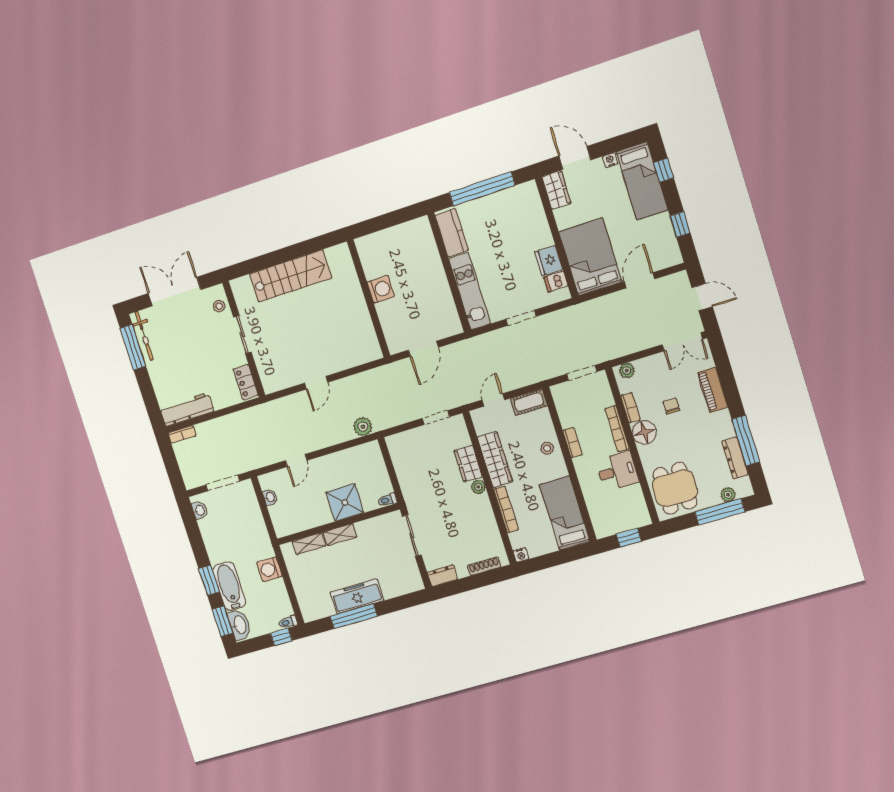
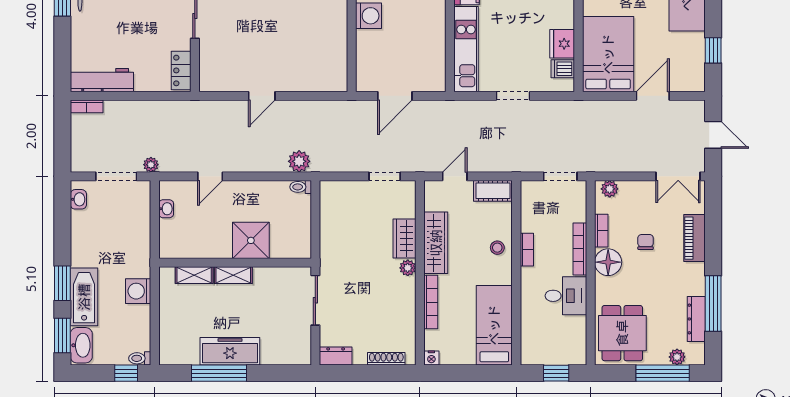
plant: (247, 465) -> (151, 165), added
toilet: (388, 500) -> (301, 187), moved

